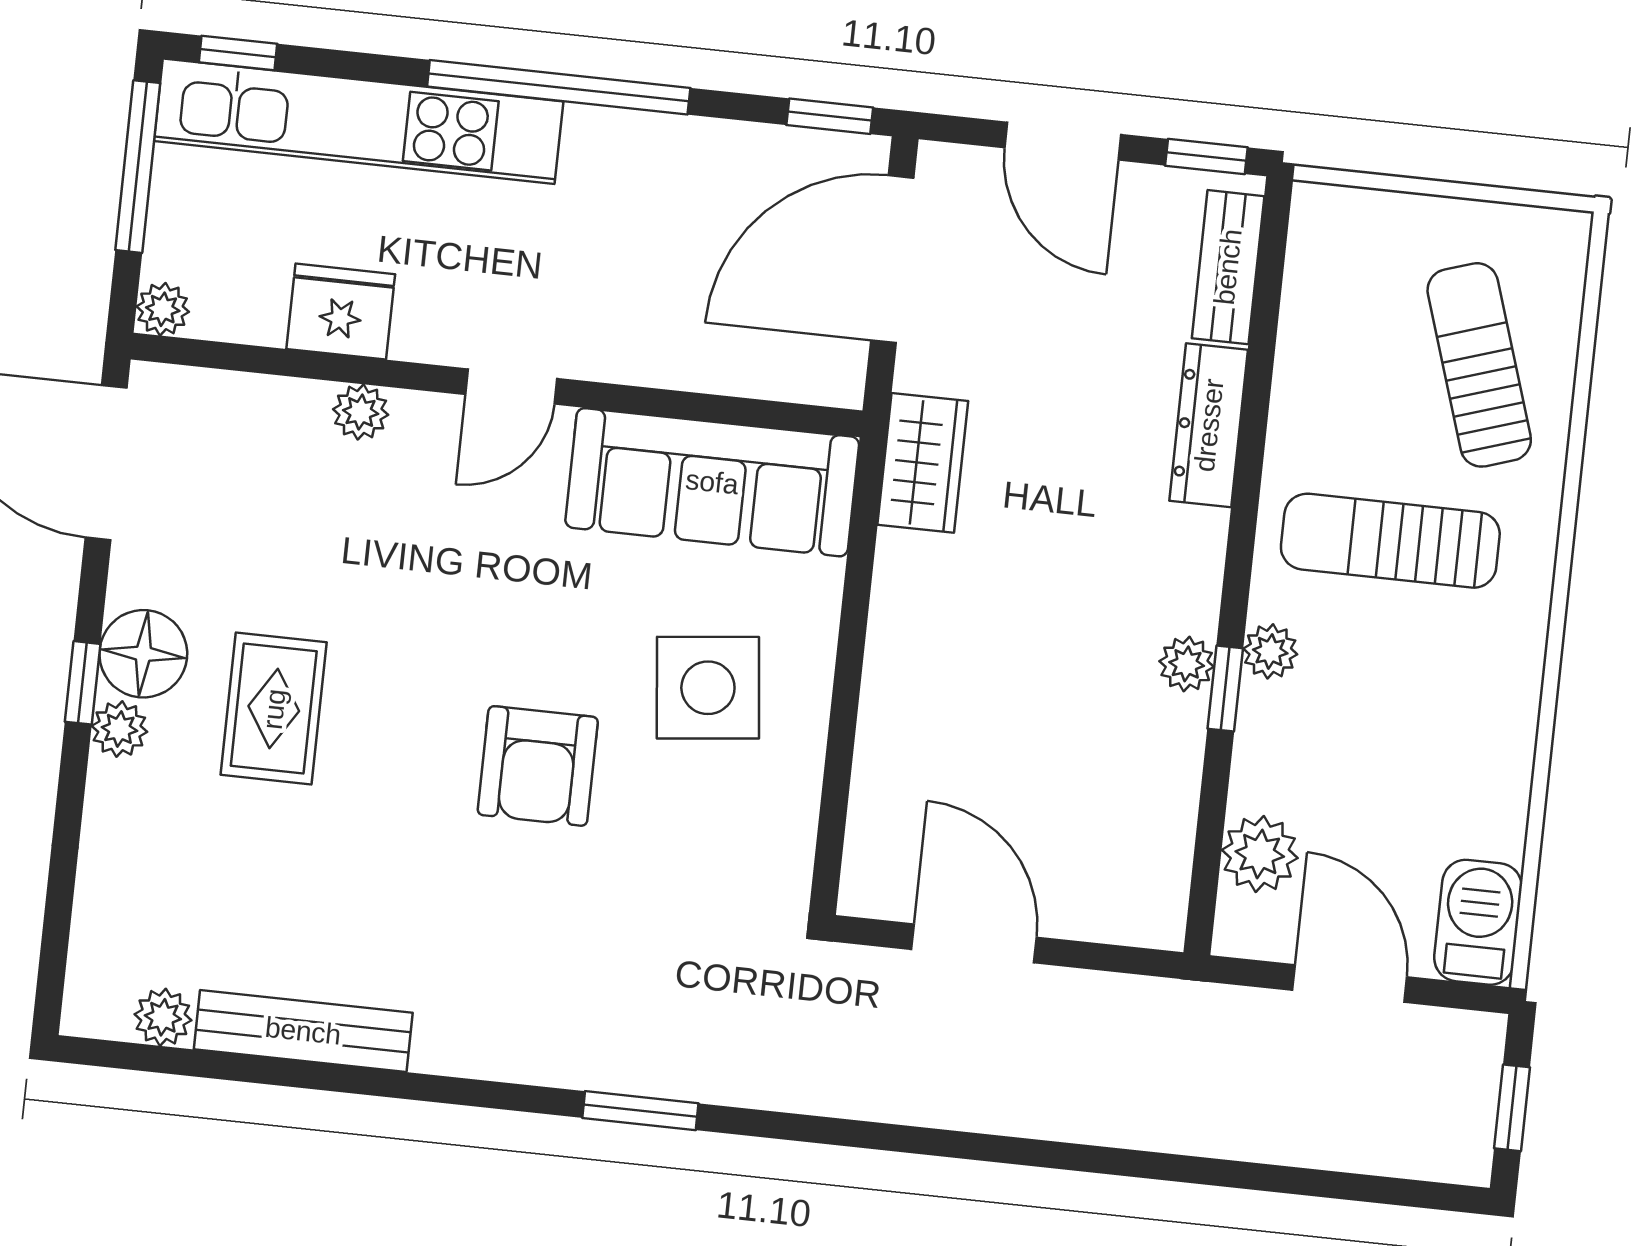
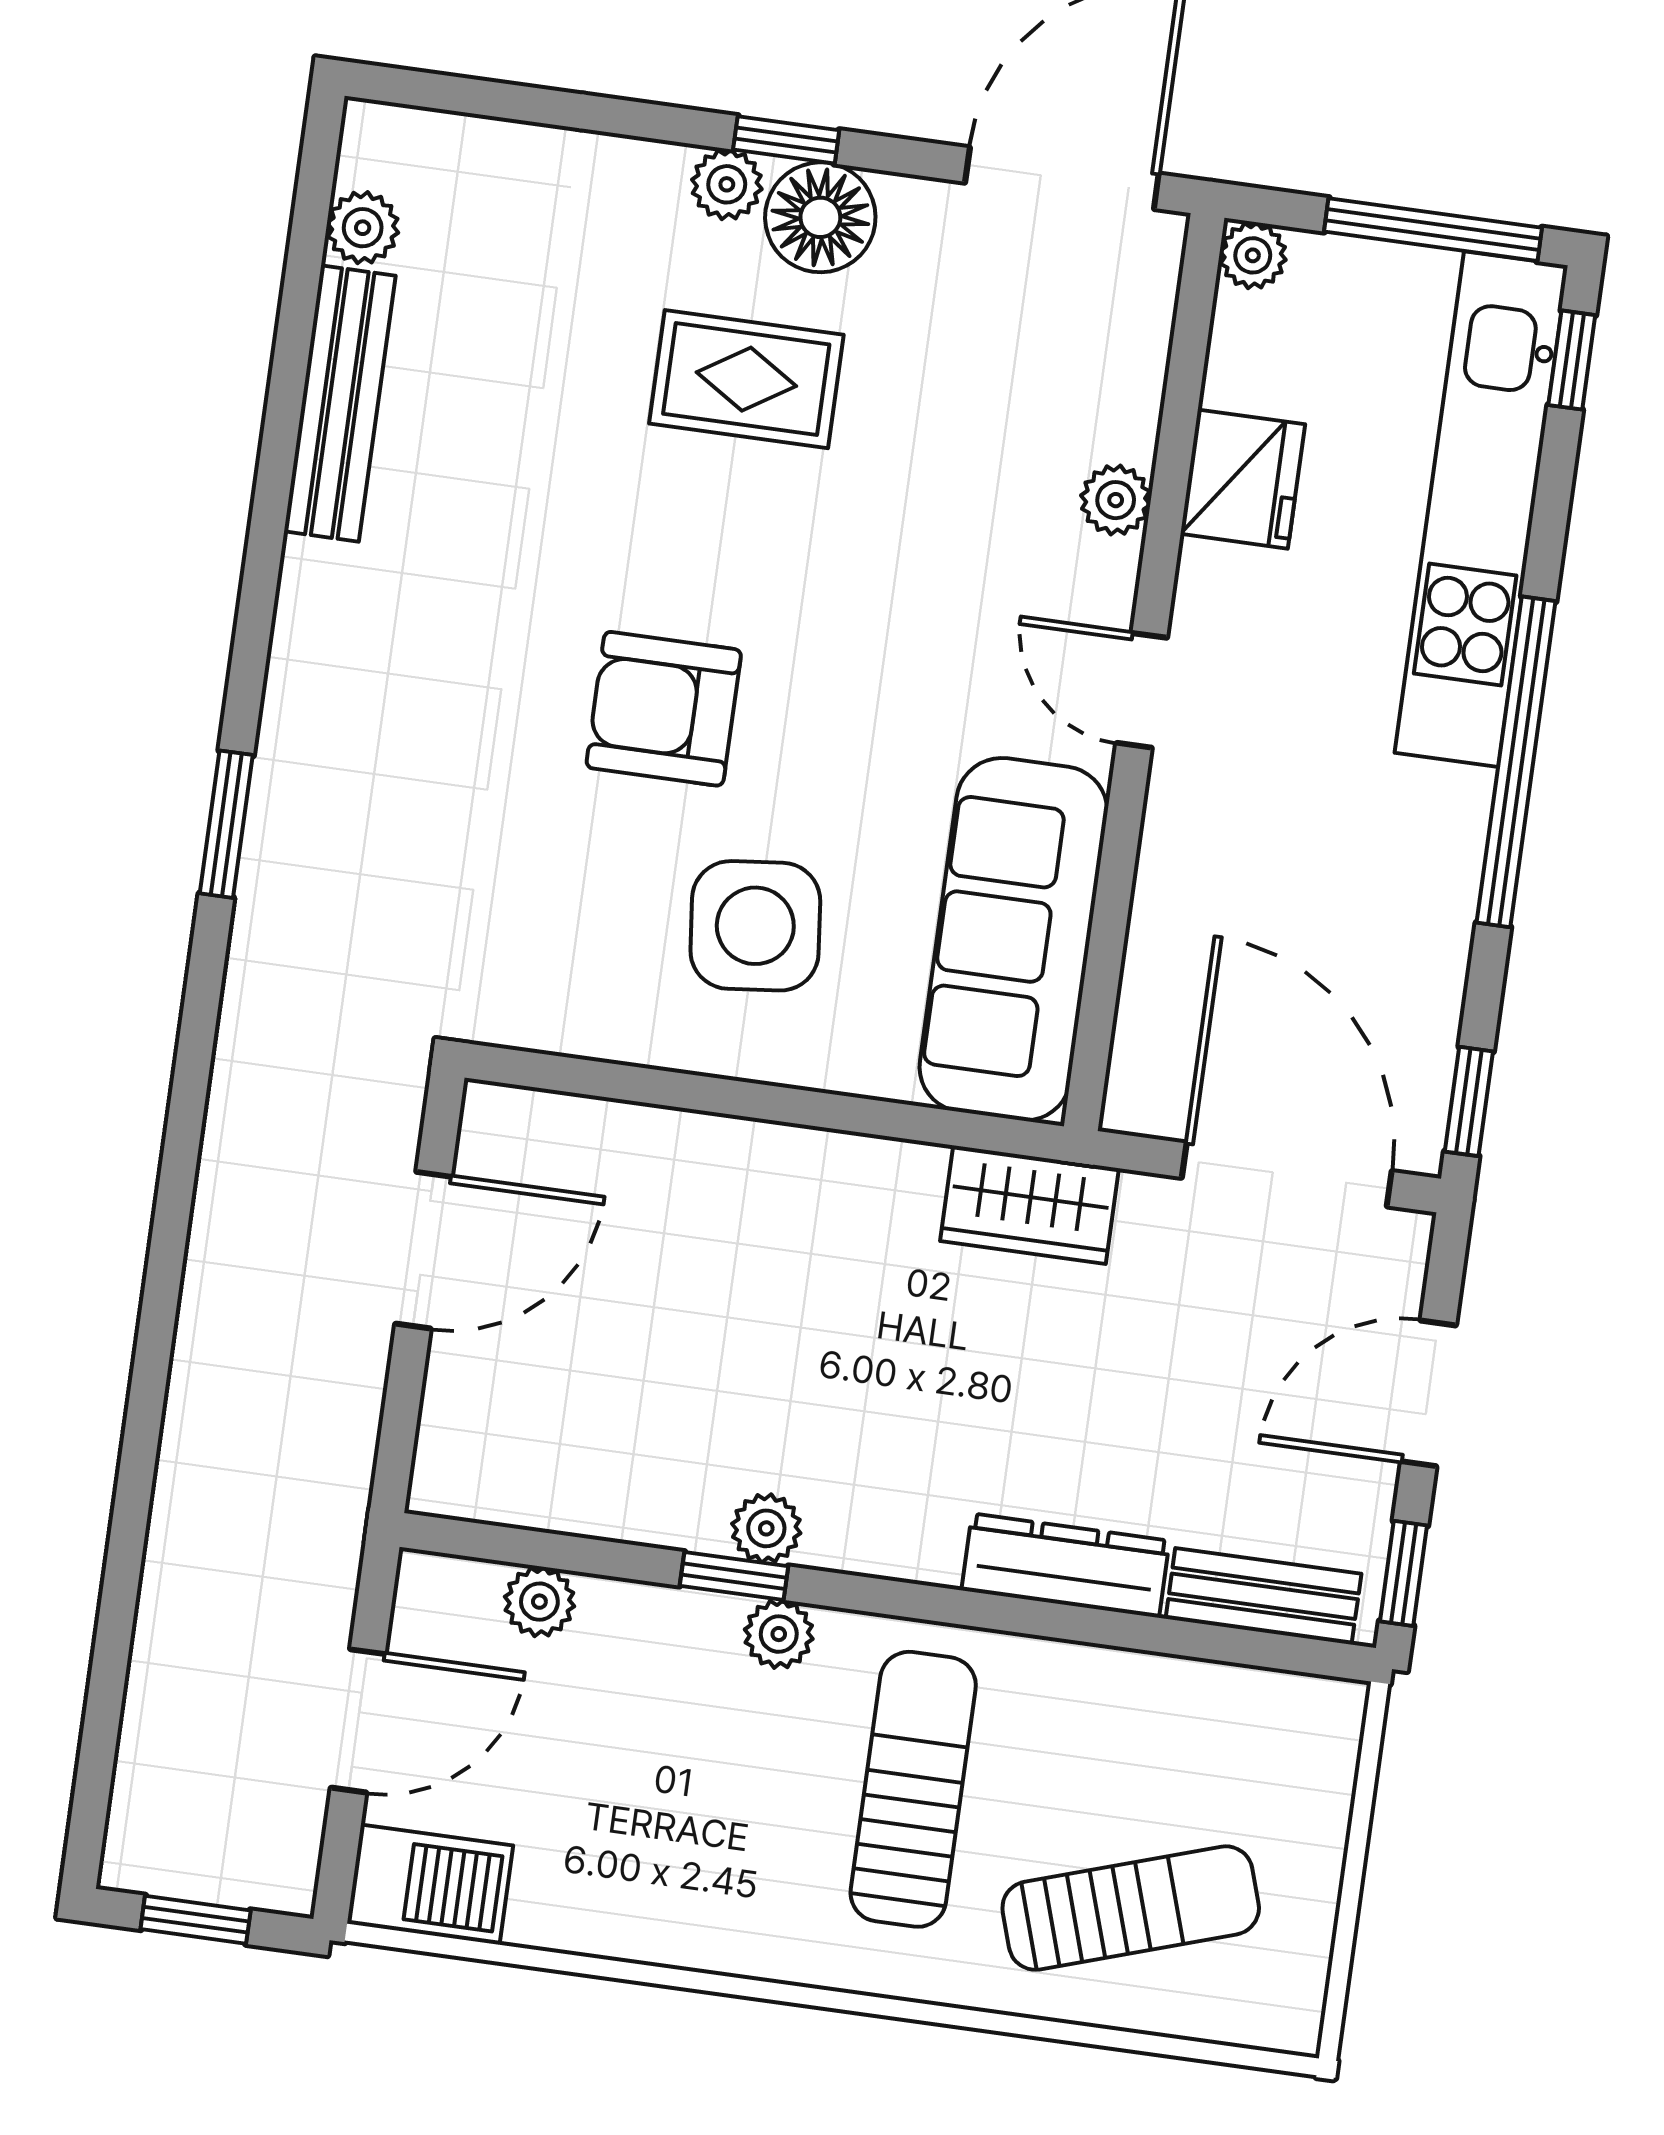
plant: (1260, 854) -> (539, 1602), width x0.73, depth x0.73

